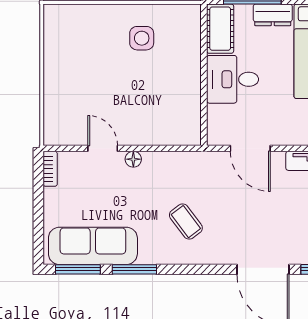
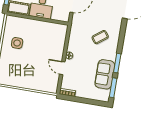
door: (103, 148) -> (62, 68), hinge flipped
sofa: (93, 246) -> (105, 74), width x0.73

